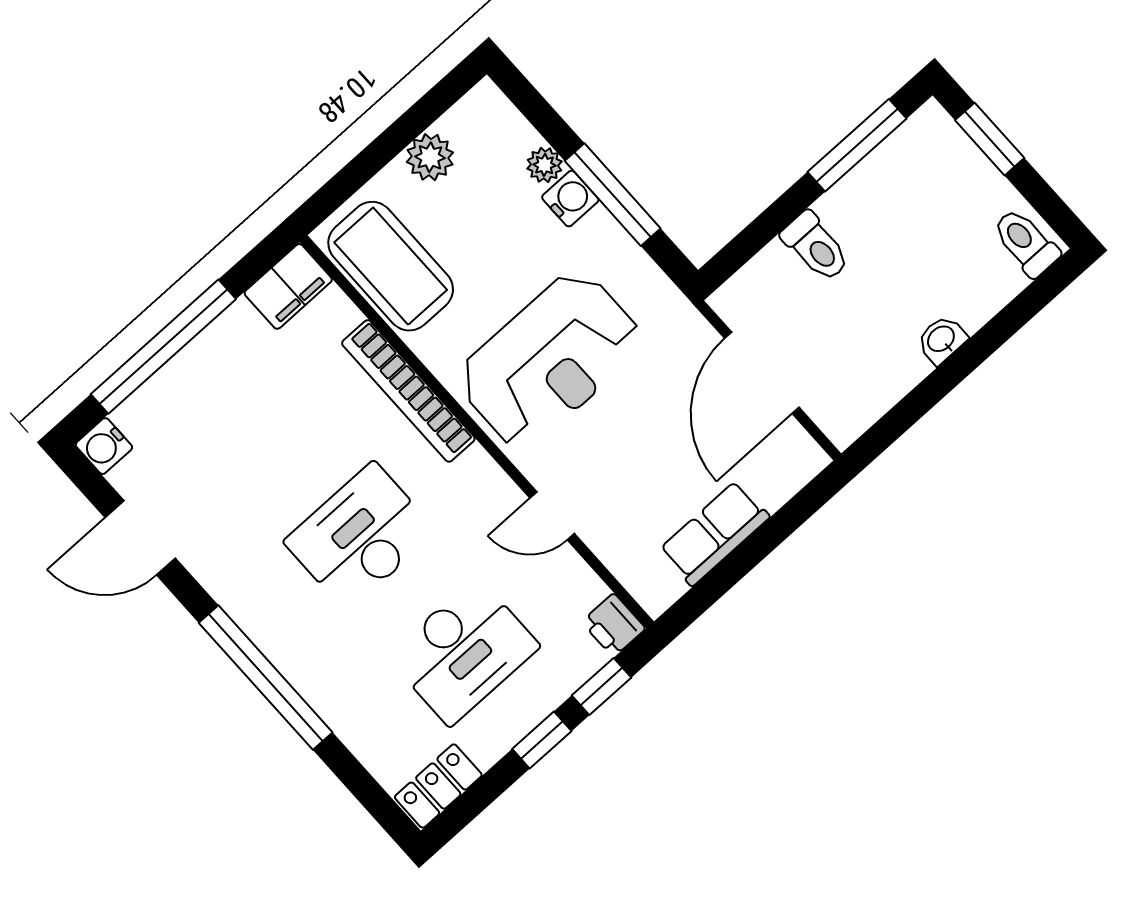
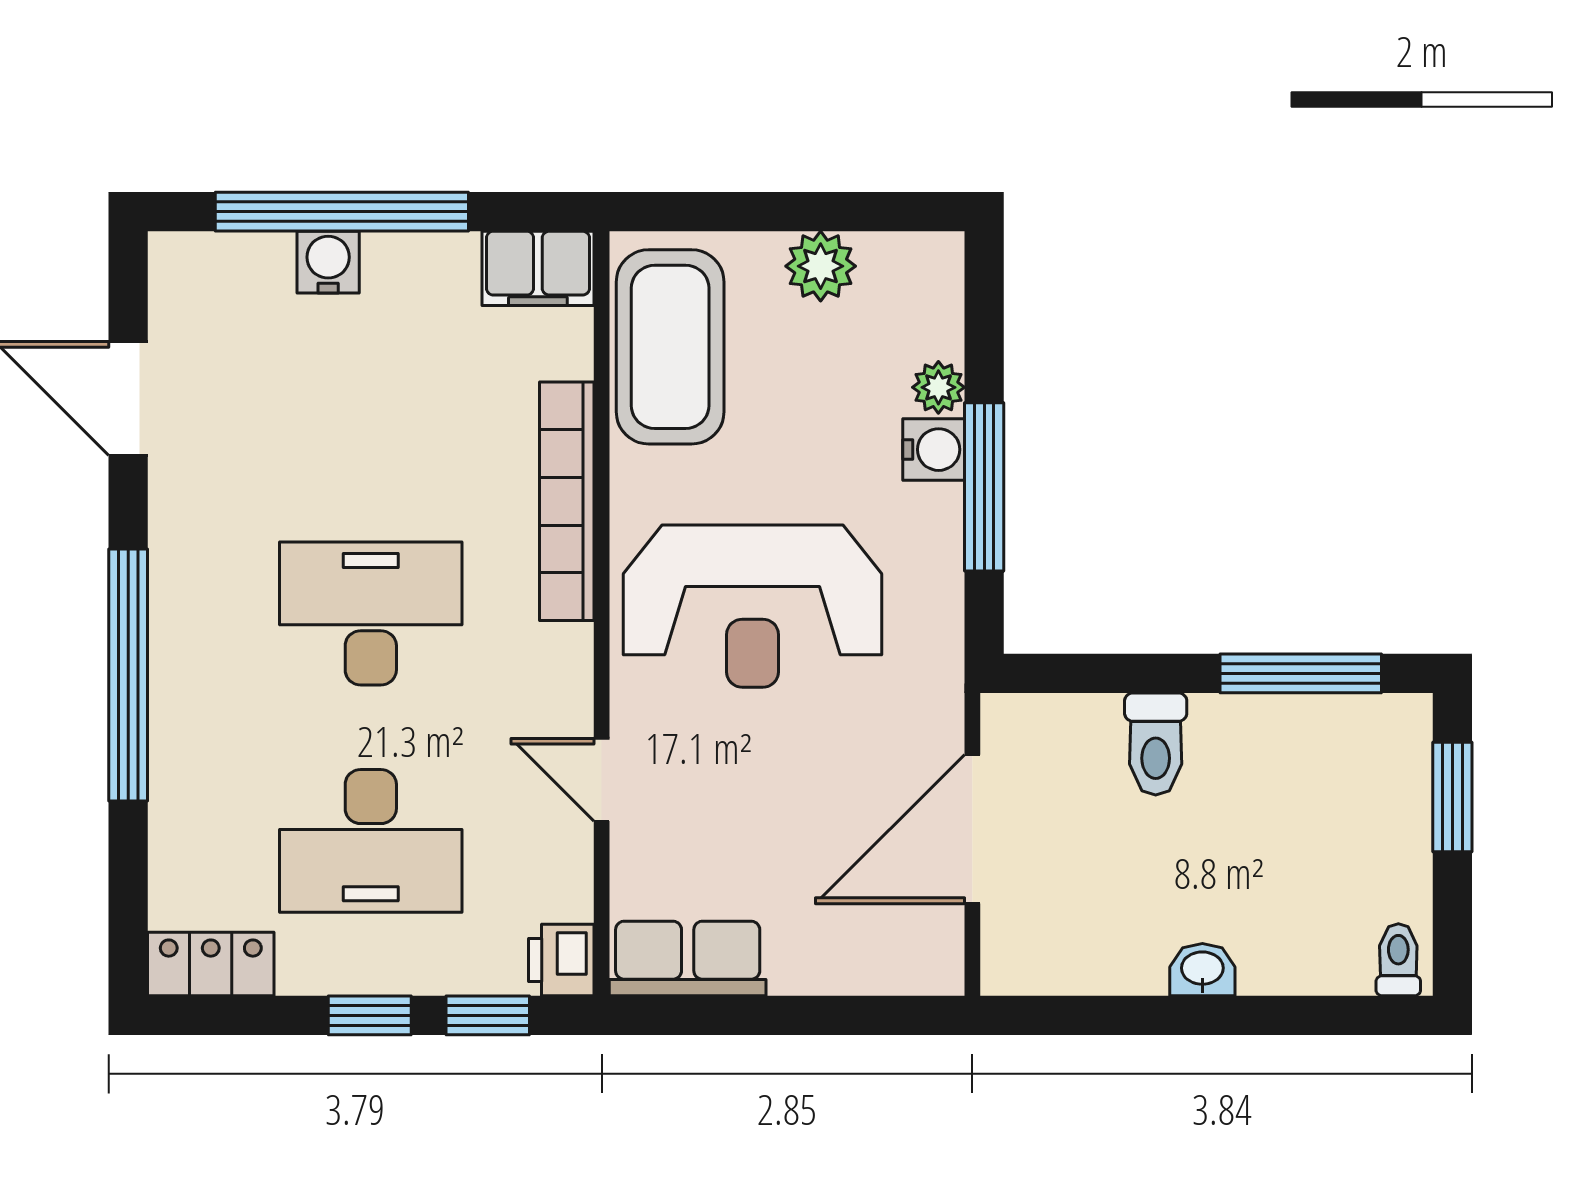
toilet: (1026, 242) -> (1398, 960), width x0.73, depth x0.72
water cooler: (104, 446) -> (328, 262), moved, turned 90
row of seats: (714, 533) -> (688, 958), moved

